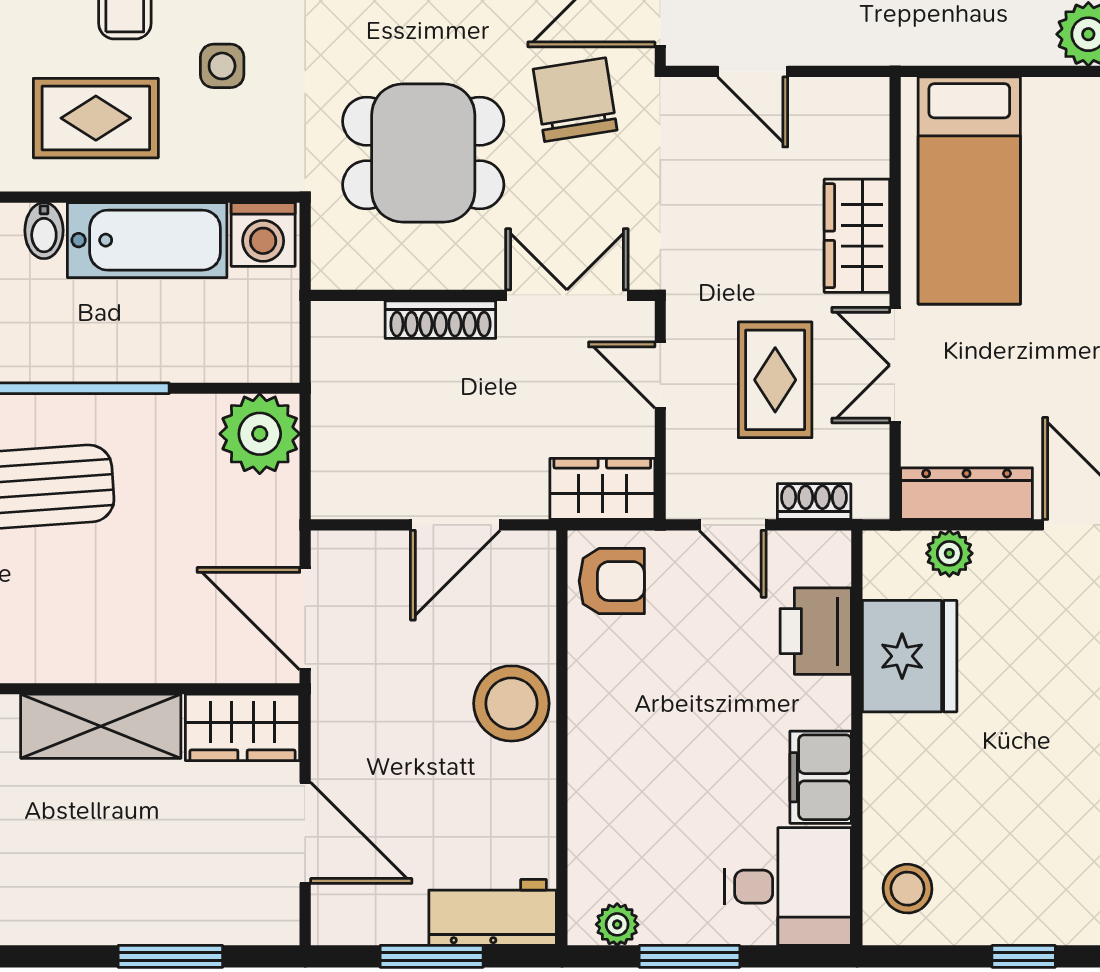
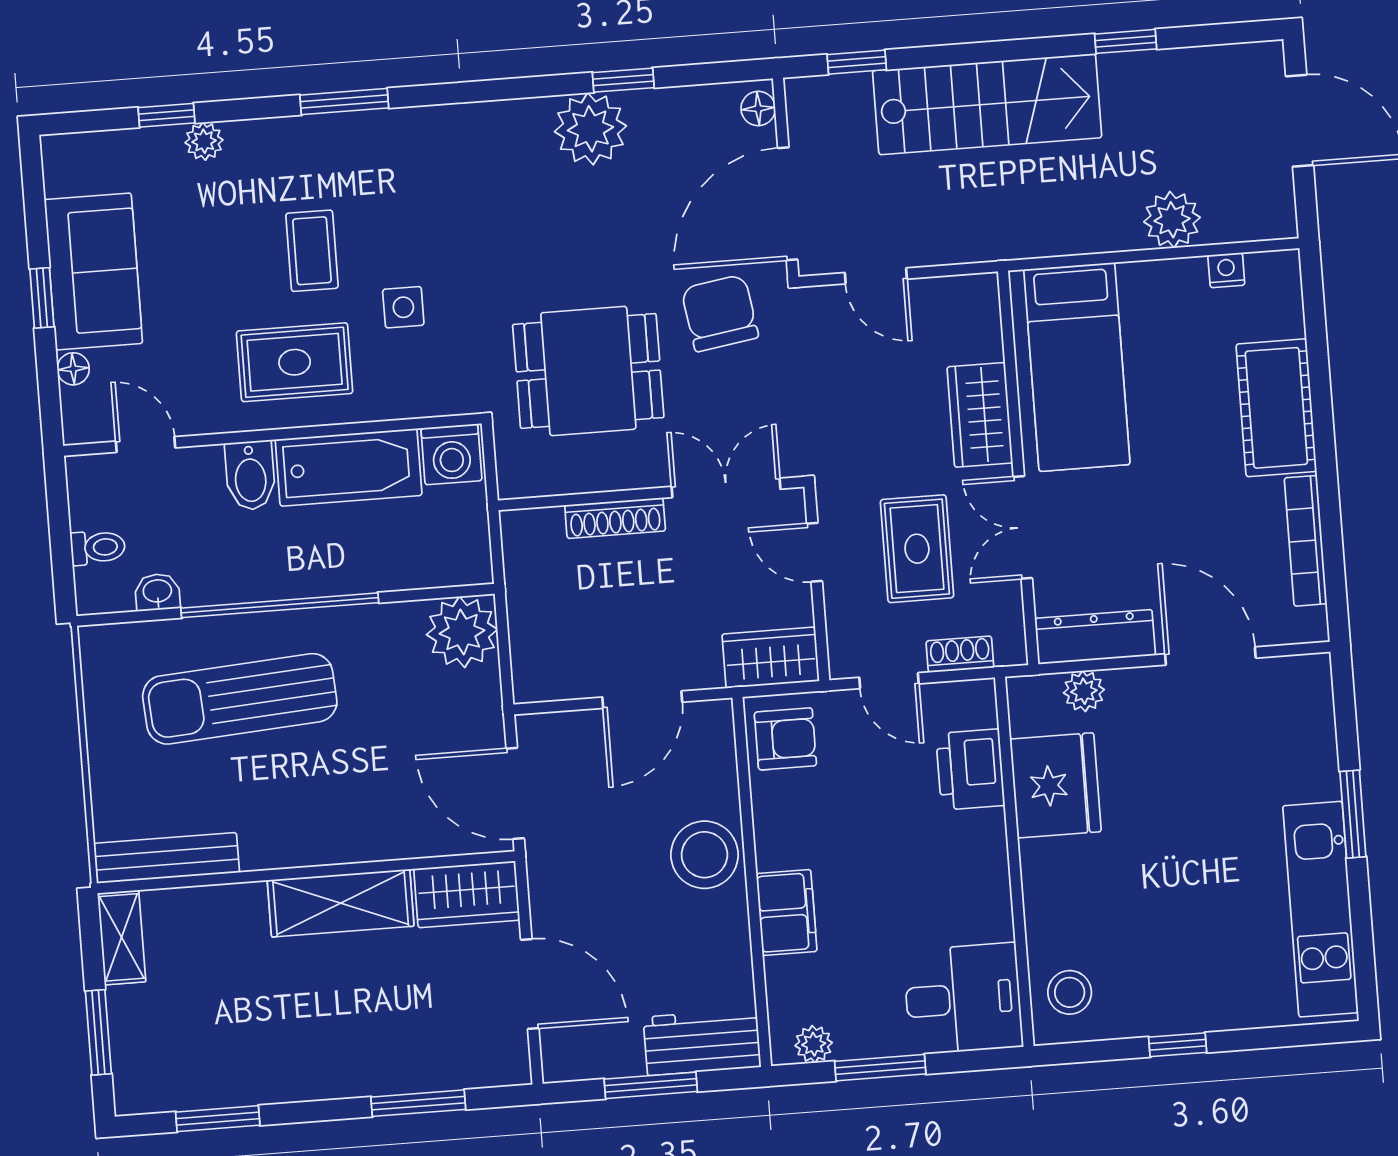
bidet: (44, 231) -> (250, 475), width x1.38, depth x1.36
filing cabinet: (821, 777) -> (787, 912), moved, turned 180

